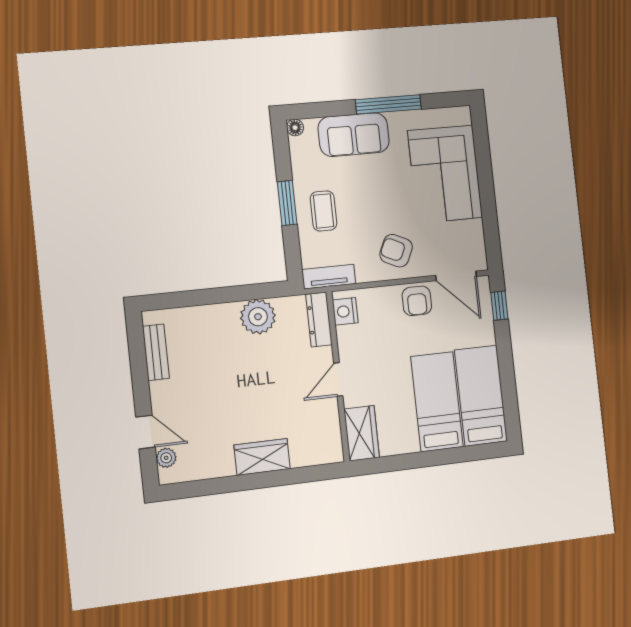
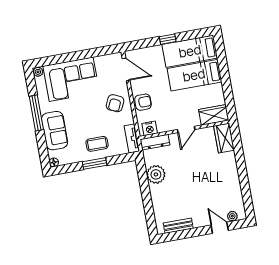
plant: (462, 115) -> (38, 72), added
door: (456, 276) -> (126, 69), hinge flipped
armchair: (417, 301) -> (143, 102), moved
window: (499, 306) -> (168, 39), moved
door: (338, 379) -> (186, 129), hinge flipped
door: (146, 432) -> (220, 228), hinge flipped
wardrobe: (262, 457) -> (224, 138), moved

